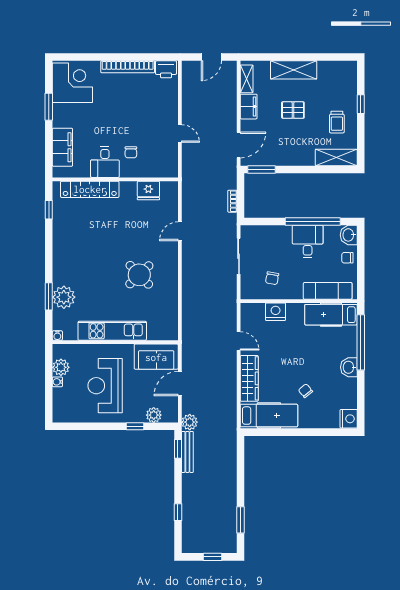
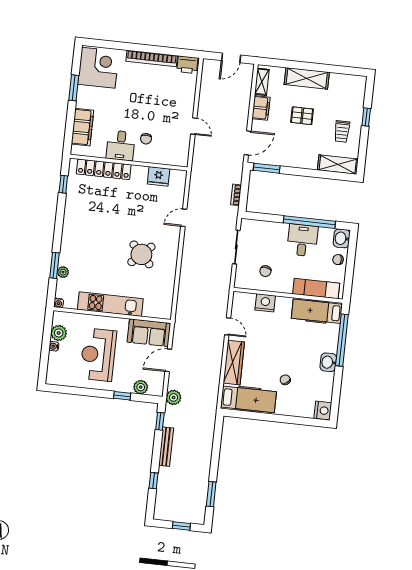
plant: (64, 297) -> (63, 272), width x0.53, depth x0.53
bench: (187, 452) -> (166, 447), moved

